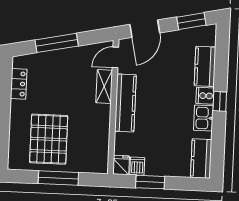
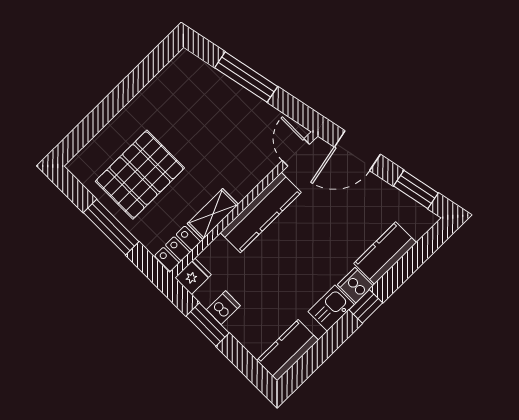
door: (115, 57) -> (296, 152), hinge flipped
locker: (19, 84) -> (178, 249), moved, turned 180
shelving: (104, 87) -> (213, 214), moved
dishwasher: (137, 166) -> (223, 308), moved

